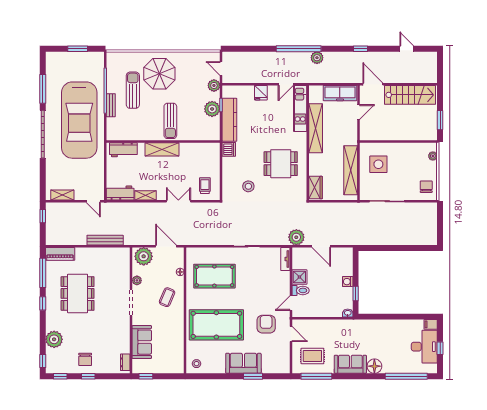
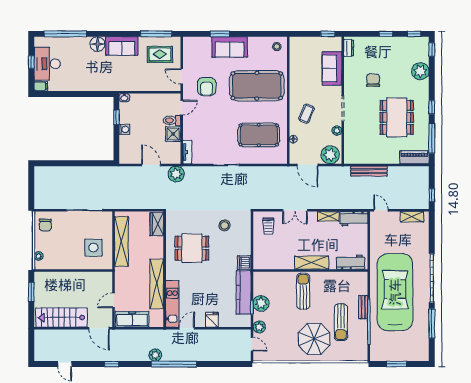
chair: (85, 359) -> (373, 80), moved

